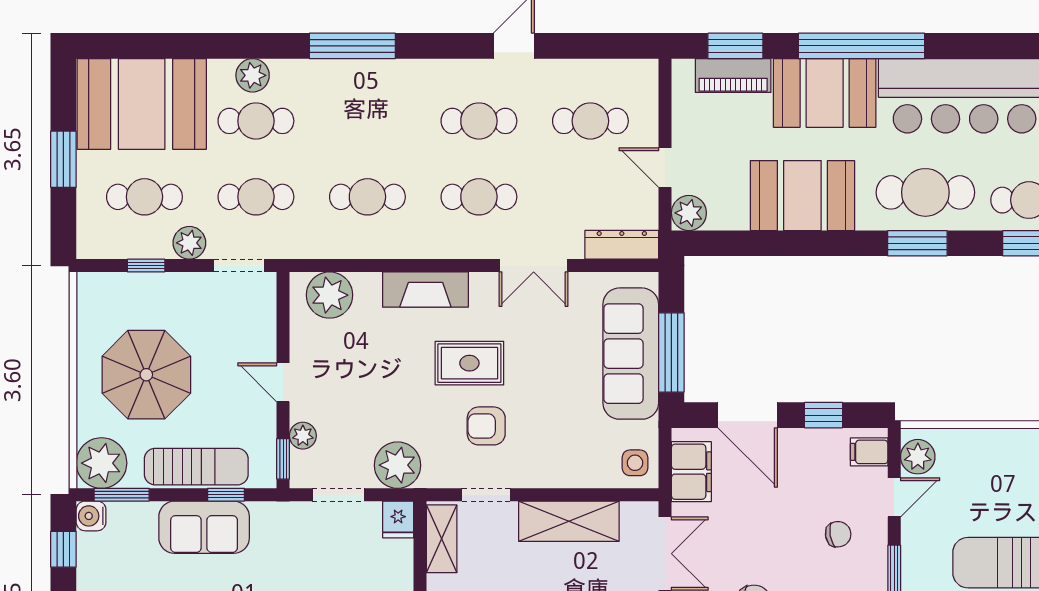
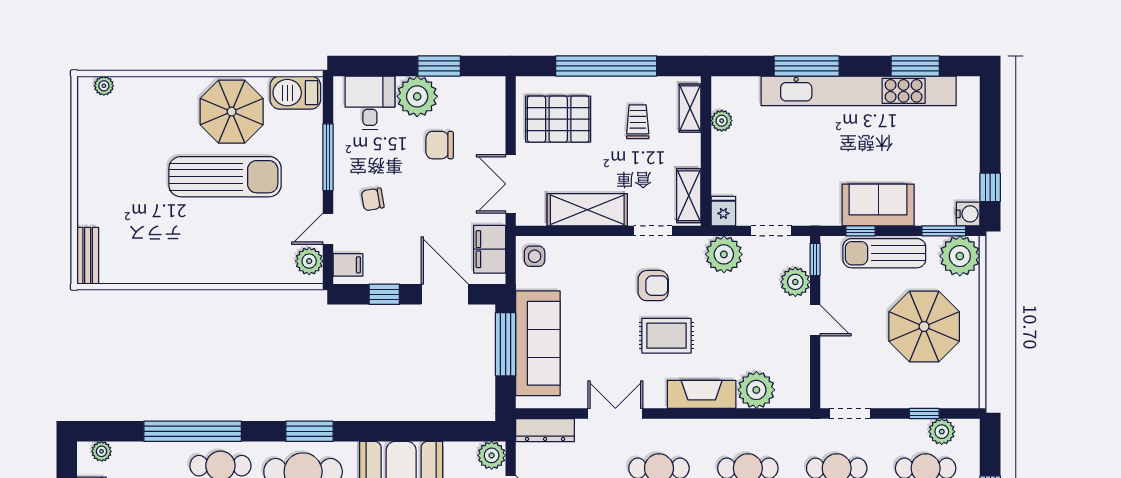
plant: (189, 243) -> (942, 432), moved
plant: (330, 295) -> (756, 390), moved
plant: (303, 436) -> (795, 282), width x1.38, depth x1.38

